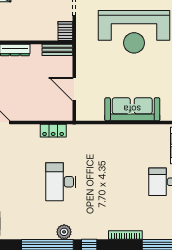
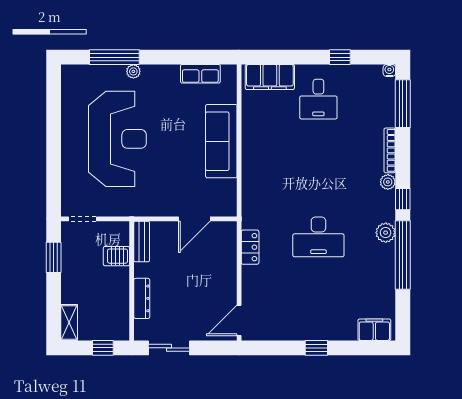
server rack: (65, 31) -> (116, 256), moved
plant: (102, 234) -> (388, 182), added

